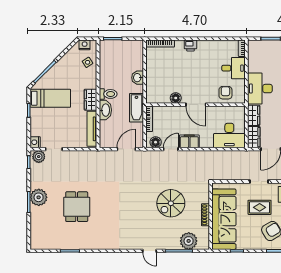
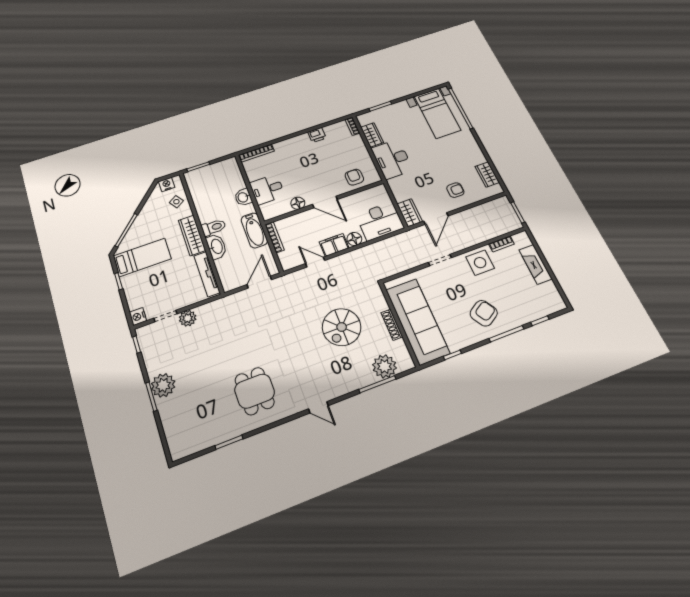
printer: (190, 46) -> (317, 135), moved
desk: (233, 68) -> (267, 189), moved, turned 180
wardrobe: (91, 100) -> (192, 235), width x1.50
wardrobe: (254, 115) -> (372, 135), moved
floor lamp: (156, 142) -> (354, 239), moved
door: (171, 149) -> (315, 262), hinge flipped
plant: (39, 157) -> (188, 318), moved
dining table: (77, 207) -> (255, 391), moved
rug: (260, 207) -> (455, 290), removed
door: (150, 251) -> (318, 407), moved

